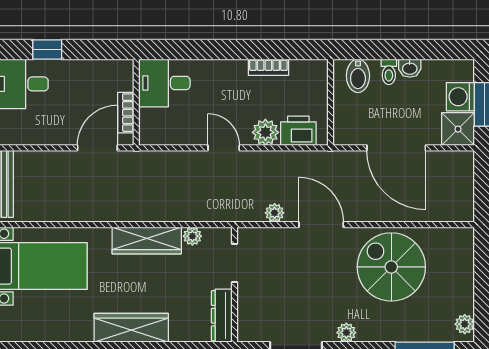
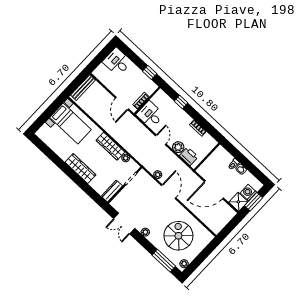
window: (47, 50) -> (150, 72), moved
window: (197, 50) -> (181, 102), added
bidet: (358, 76) -> (223, 157), removed
desk: (164, 83) -> (150, 115), moved
door: (97, 148) -> (122, 103), swing flipped
door: (396, 148) -> (214, 190), hinge flipped
spiral stairs: (391, 267) -> (178, 236), moved

